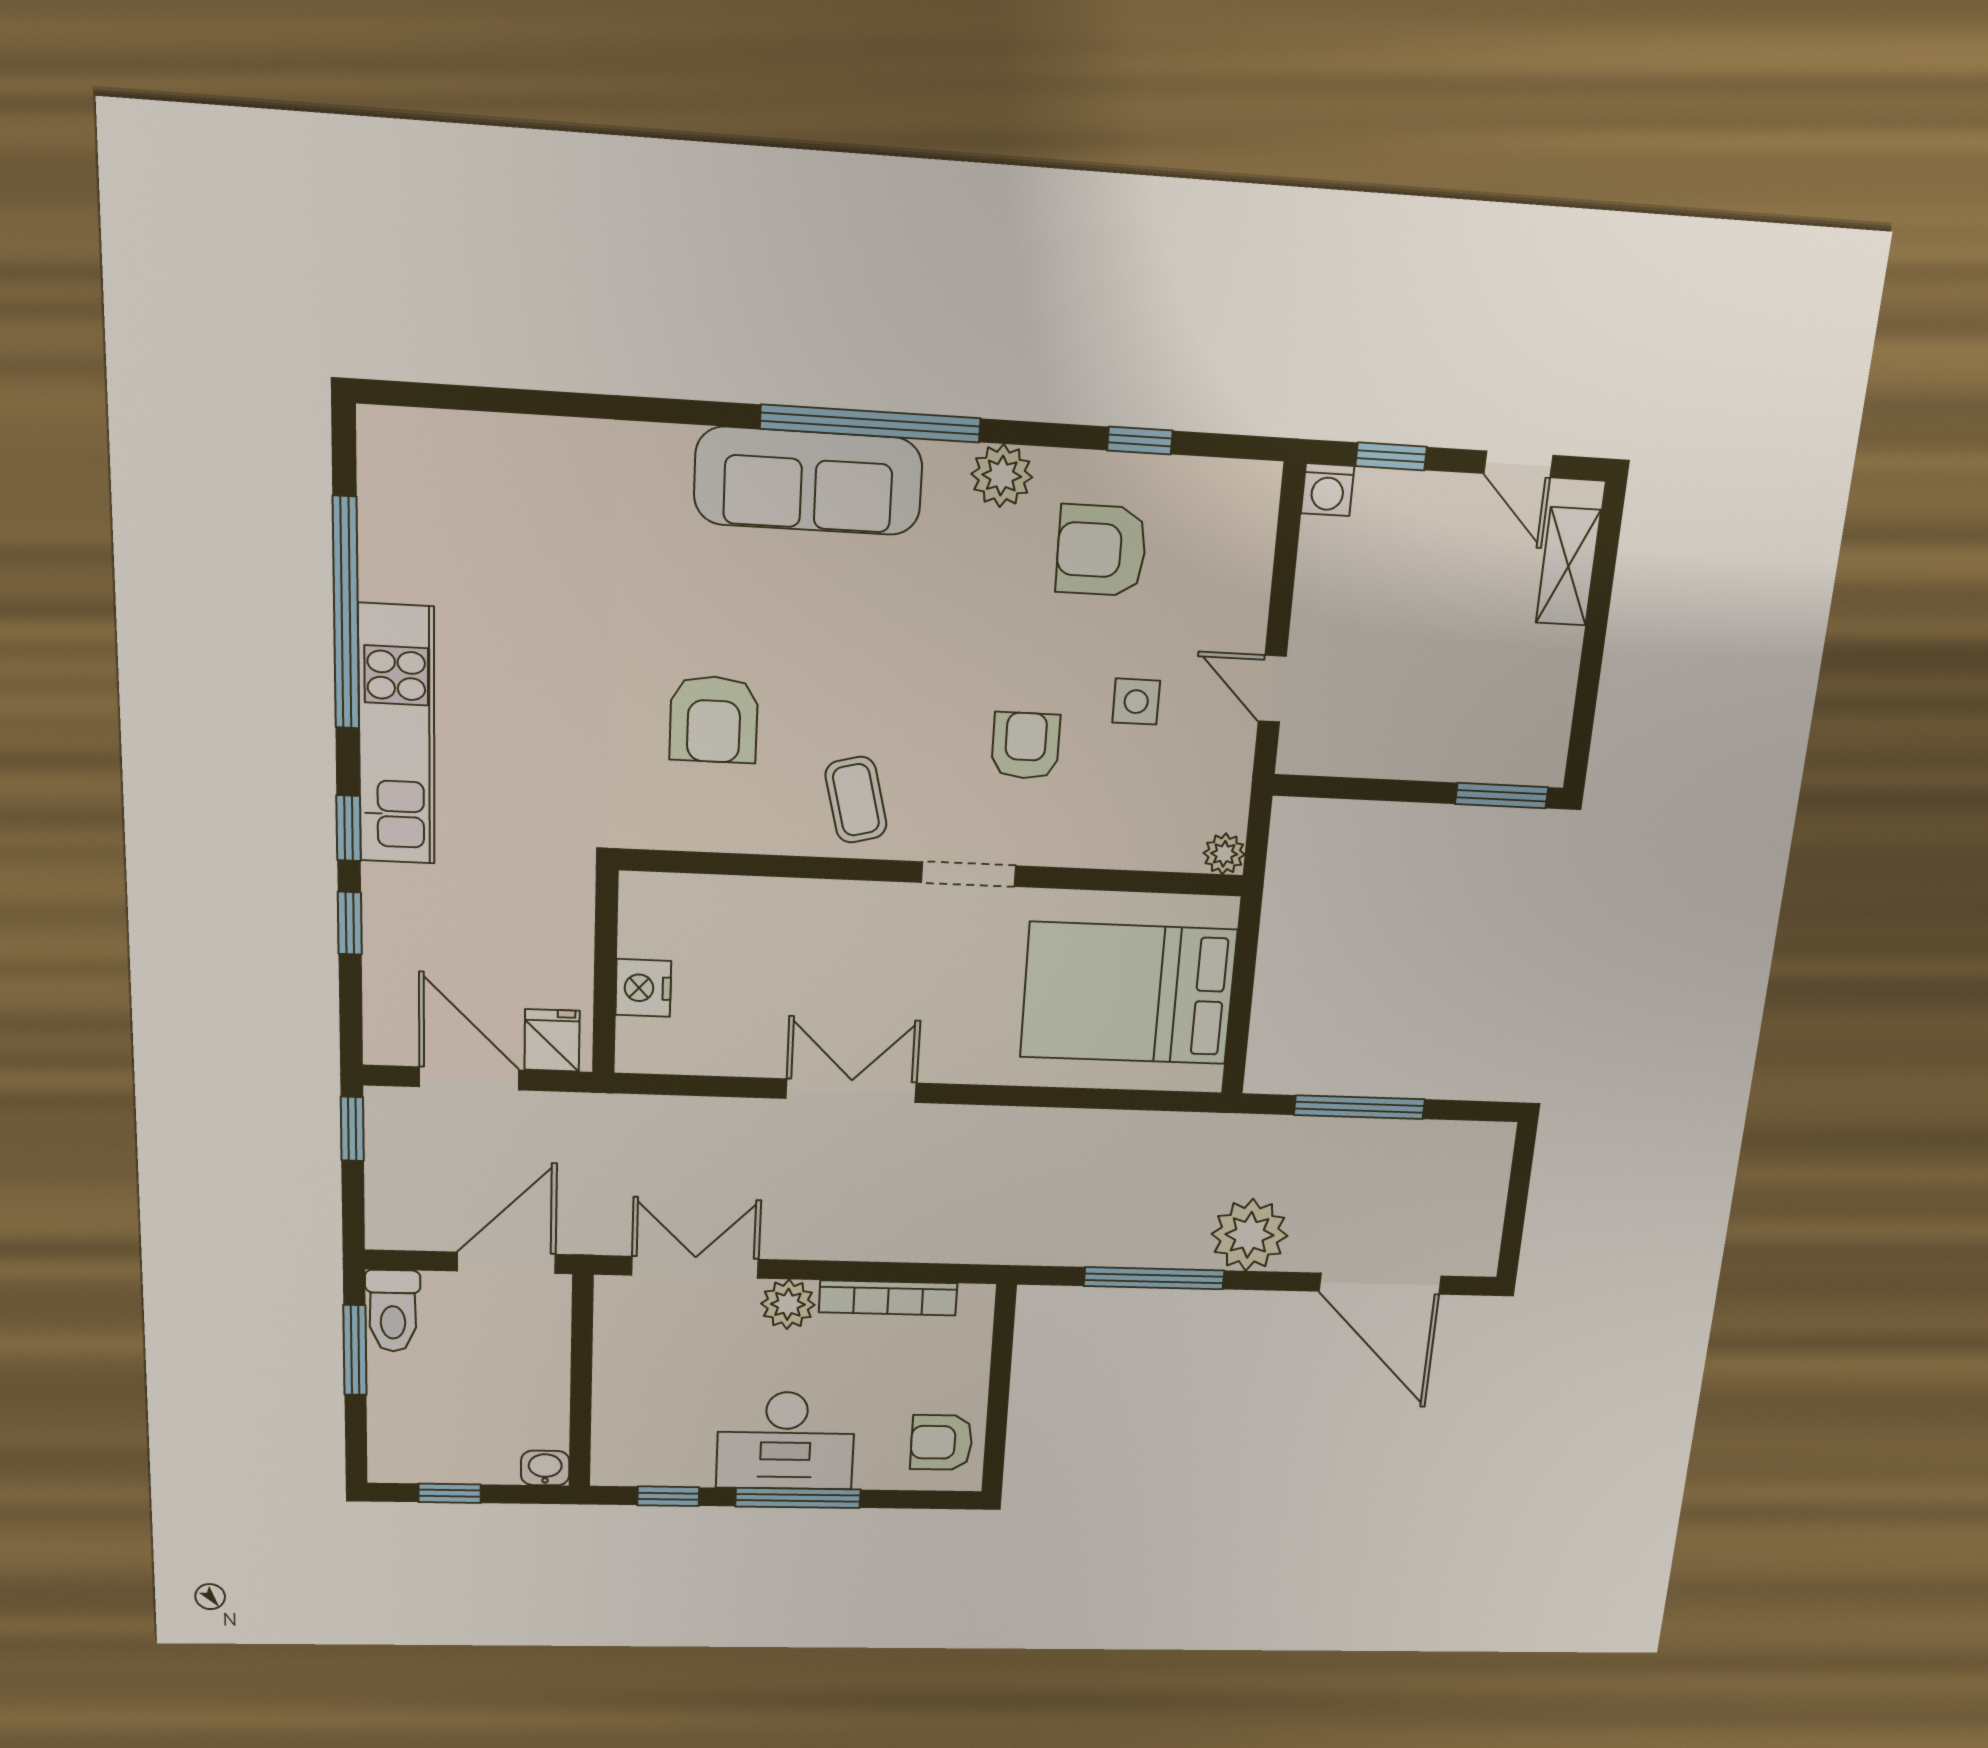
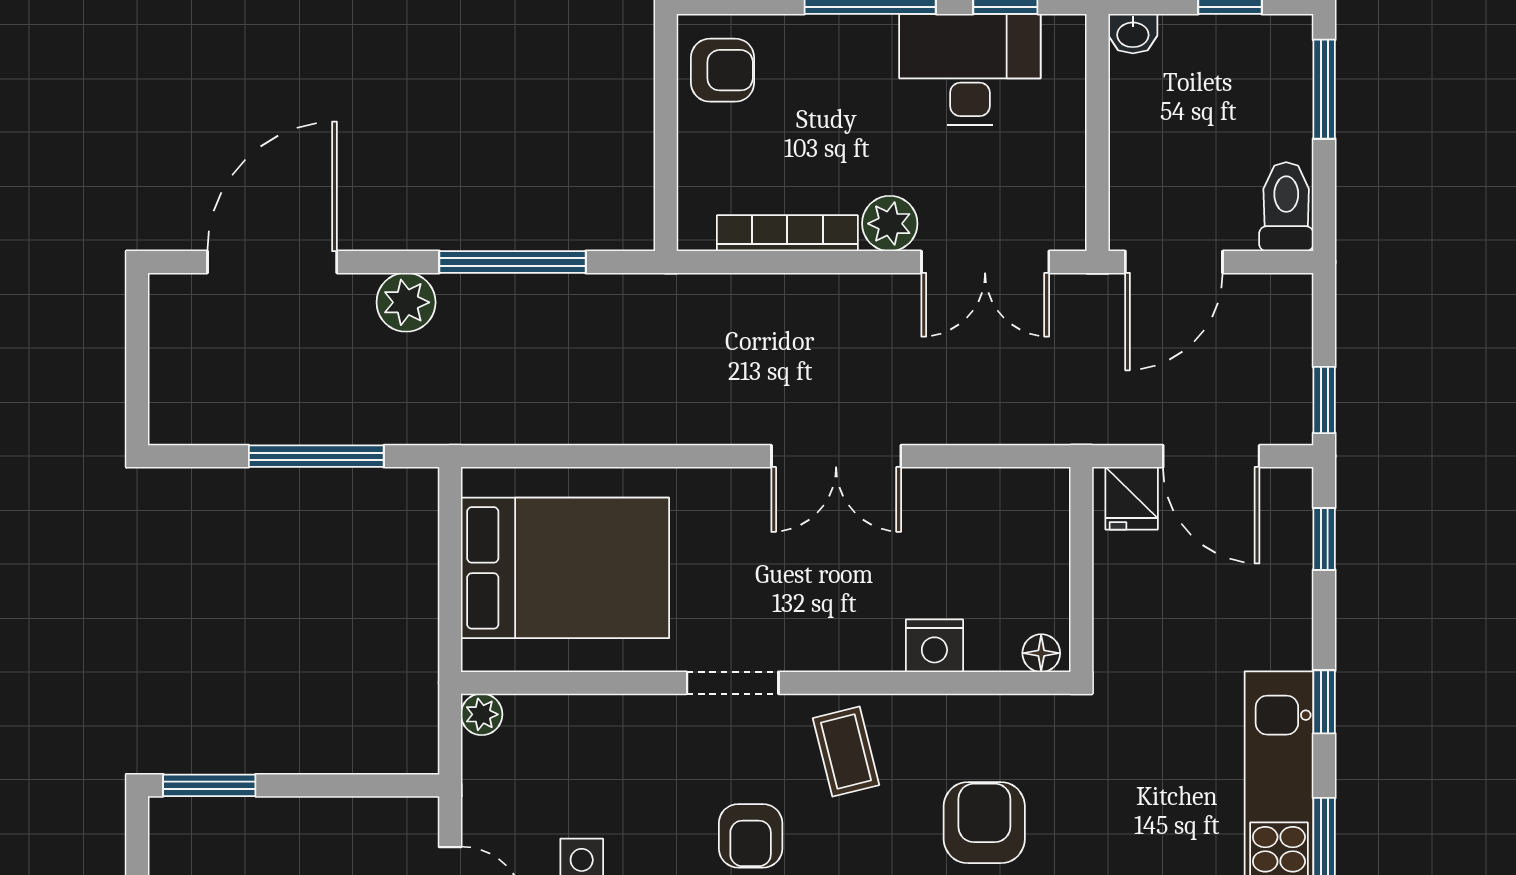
armchair: (1026, 746) -> (751, 836), moved
floor lamp: (649, 891) -> (1041, 653), added
window: (350, 923) -> (1324, 539), moved
nightstand: (643, 988) -> (934, 646), moved, turned 90
plant: (1249, 1235) -> (406, 302), width x0.73, depth x0.73
door: (1380, 1284) -> (272, 262), hinge flipped
window: (355, 1350) -> (1324, 89), moved
desk: (786, 1441) -> (970, 69), moved

